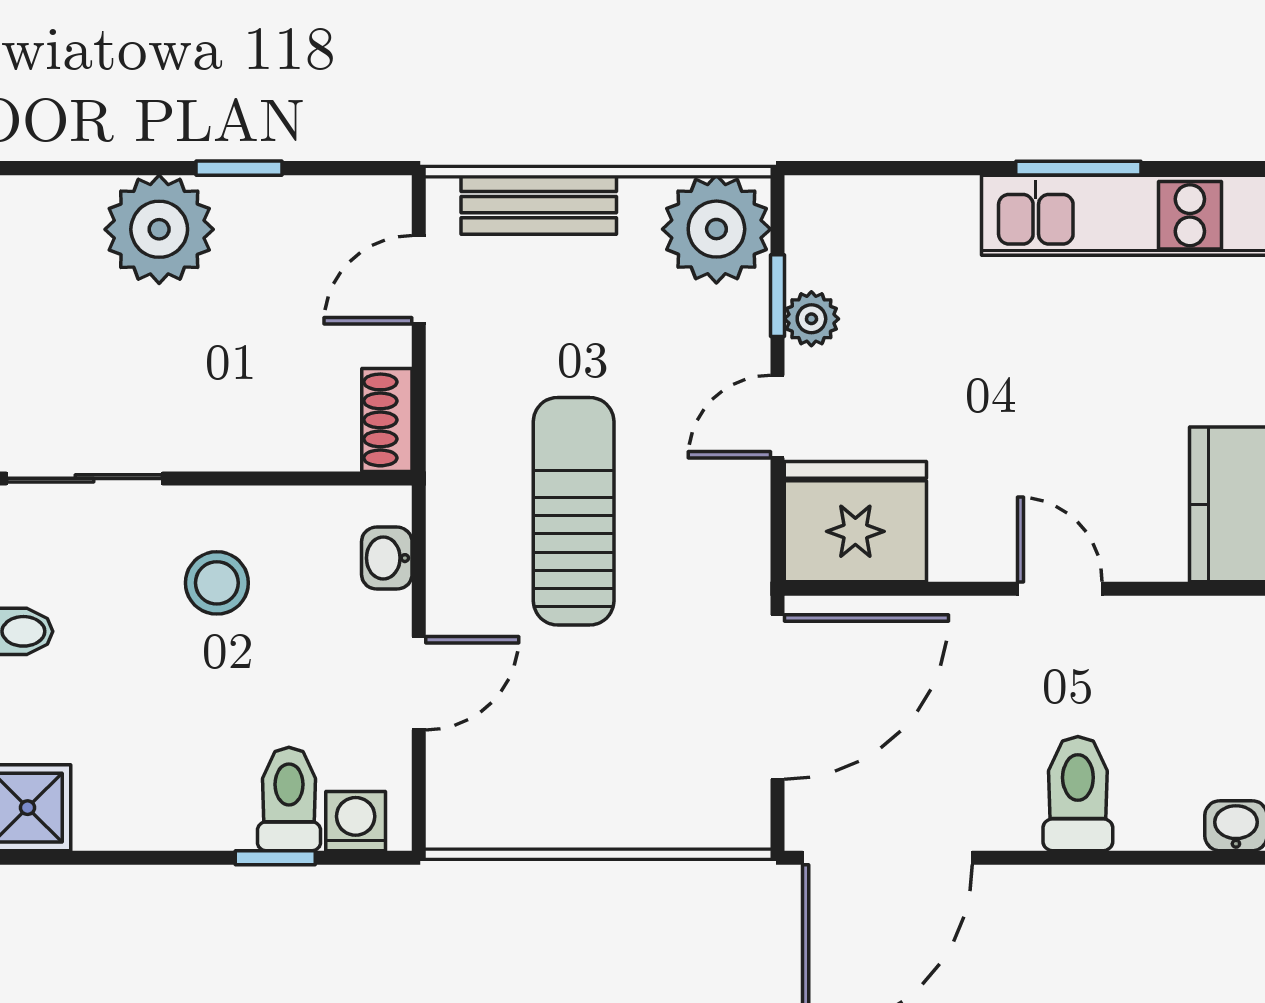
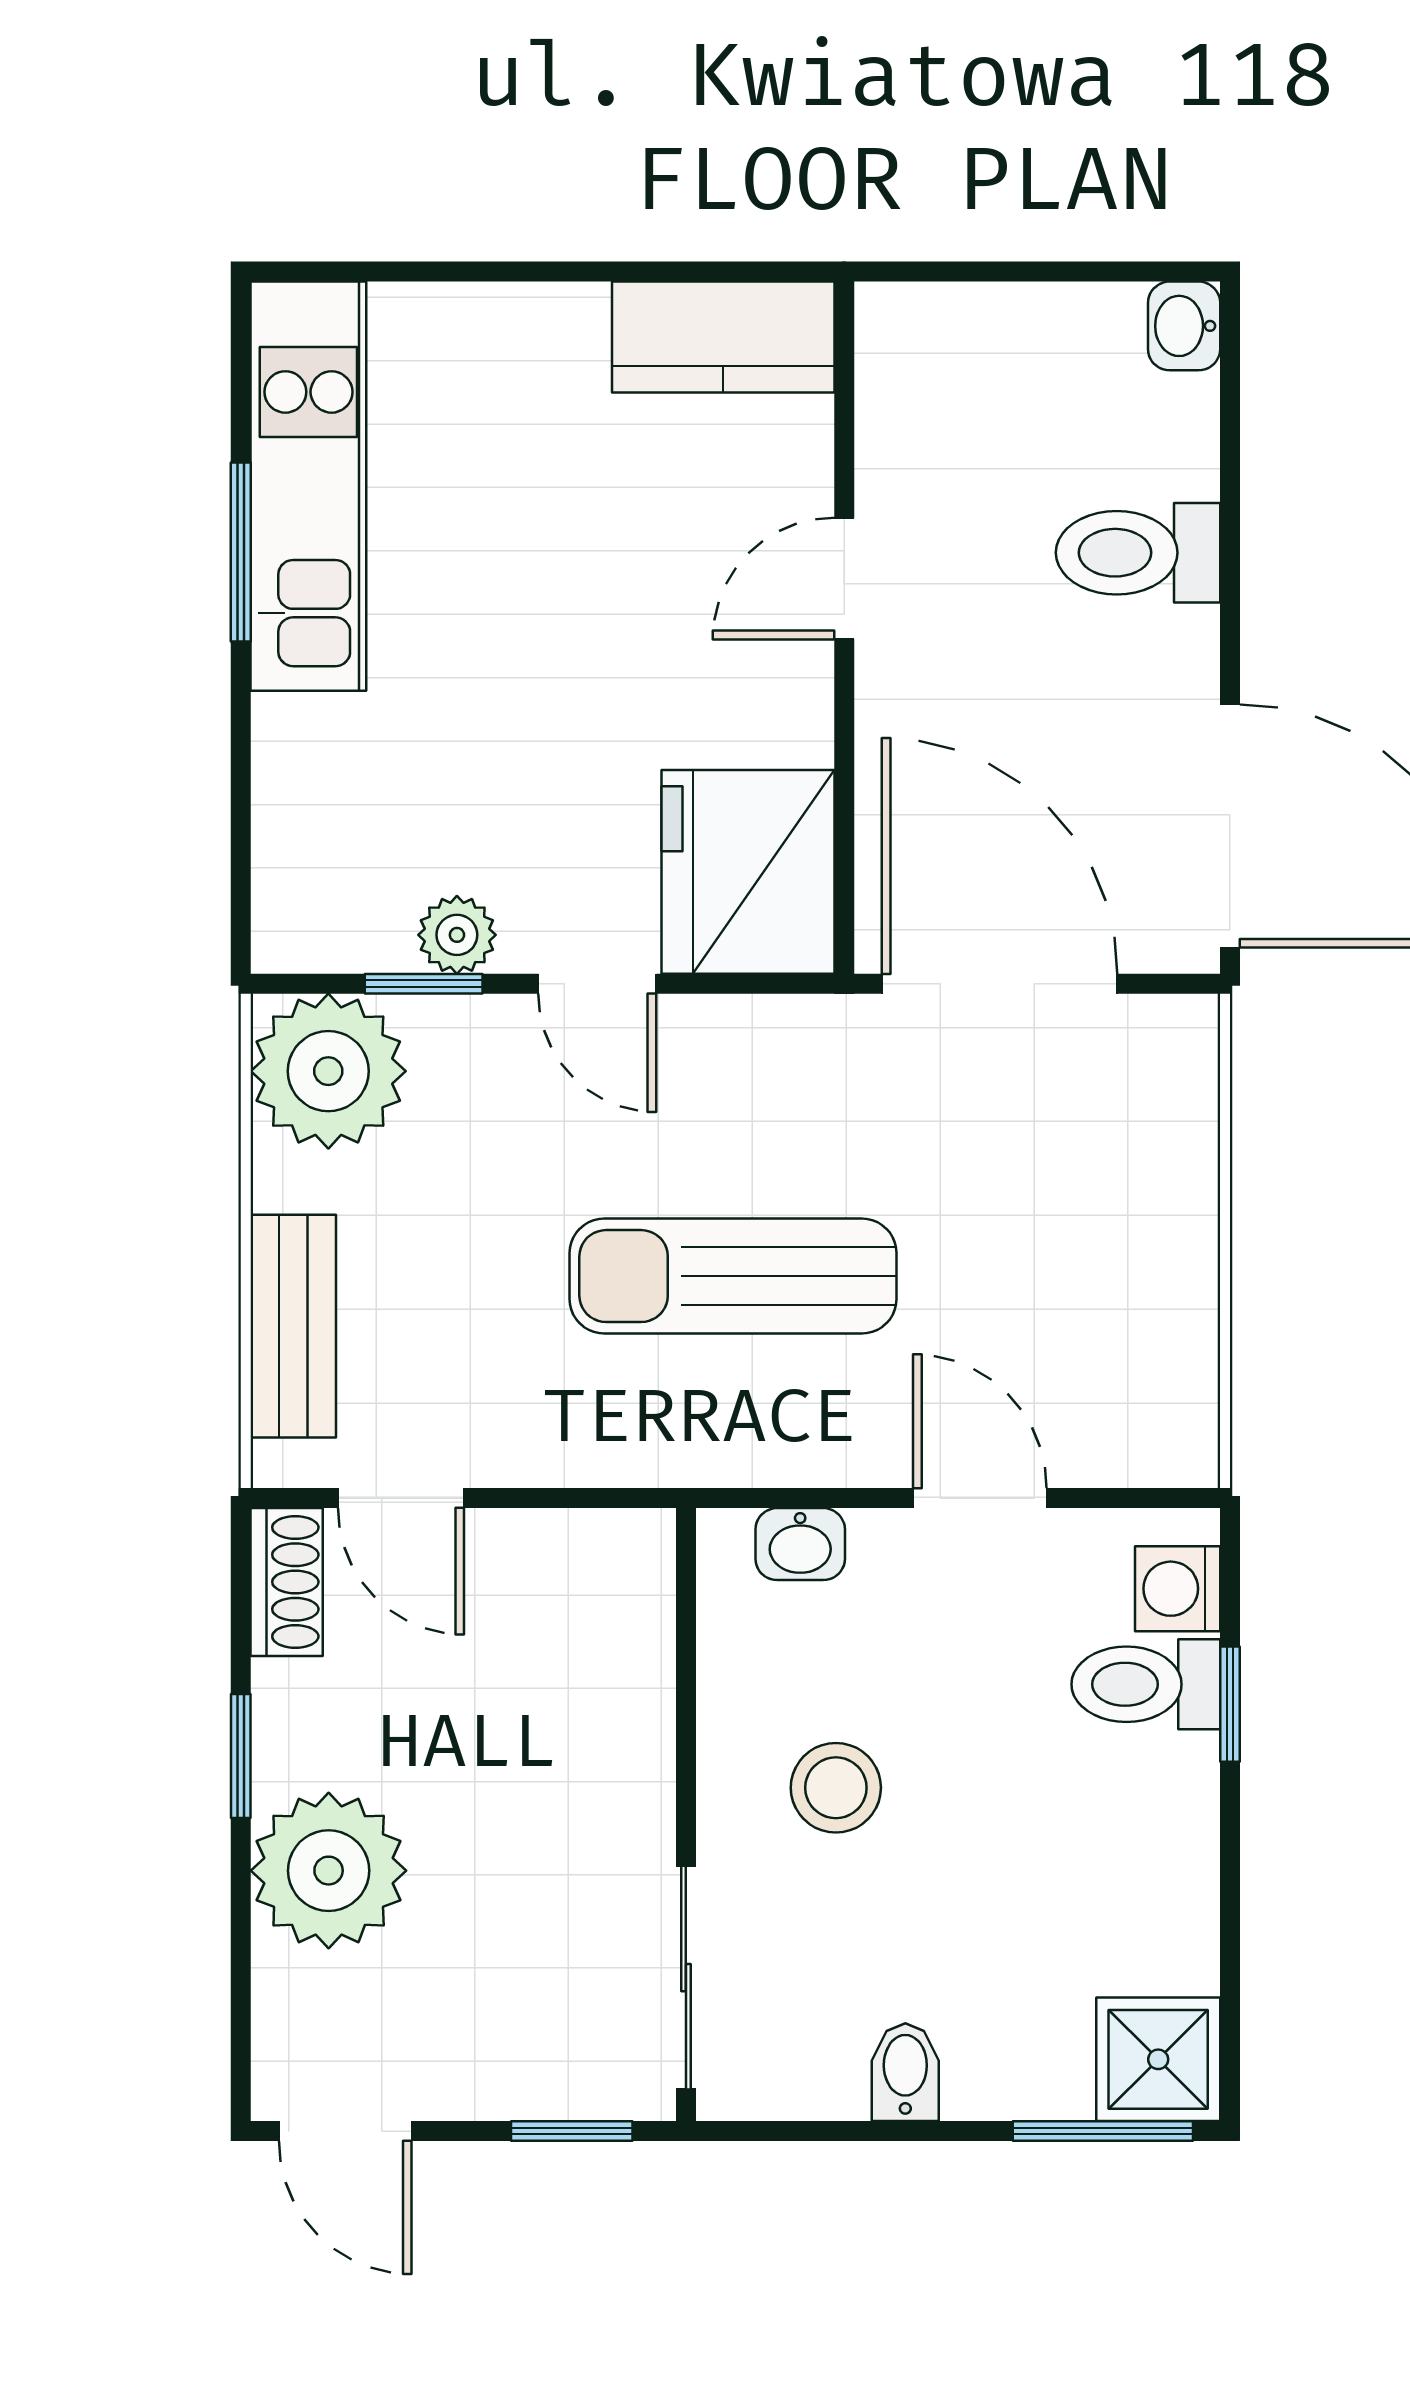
shoe rack: (387, 420) -> (287, 1582), moved, turned -90

